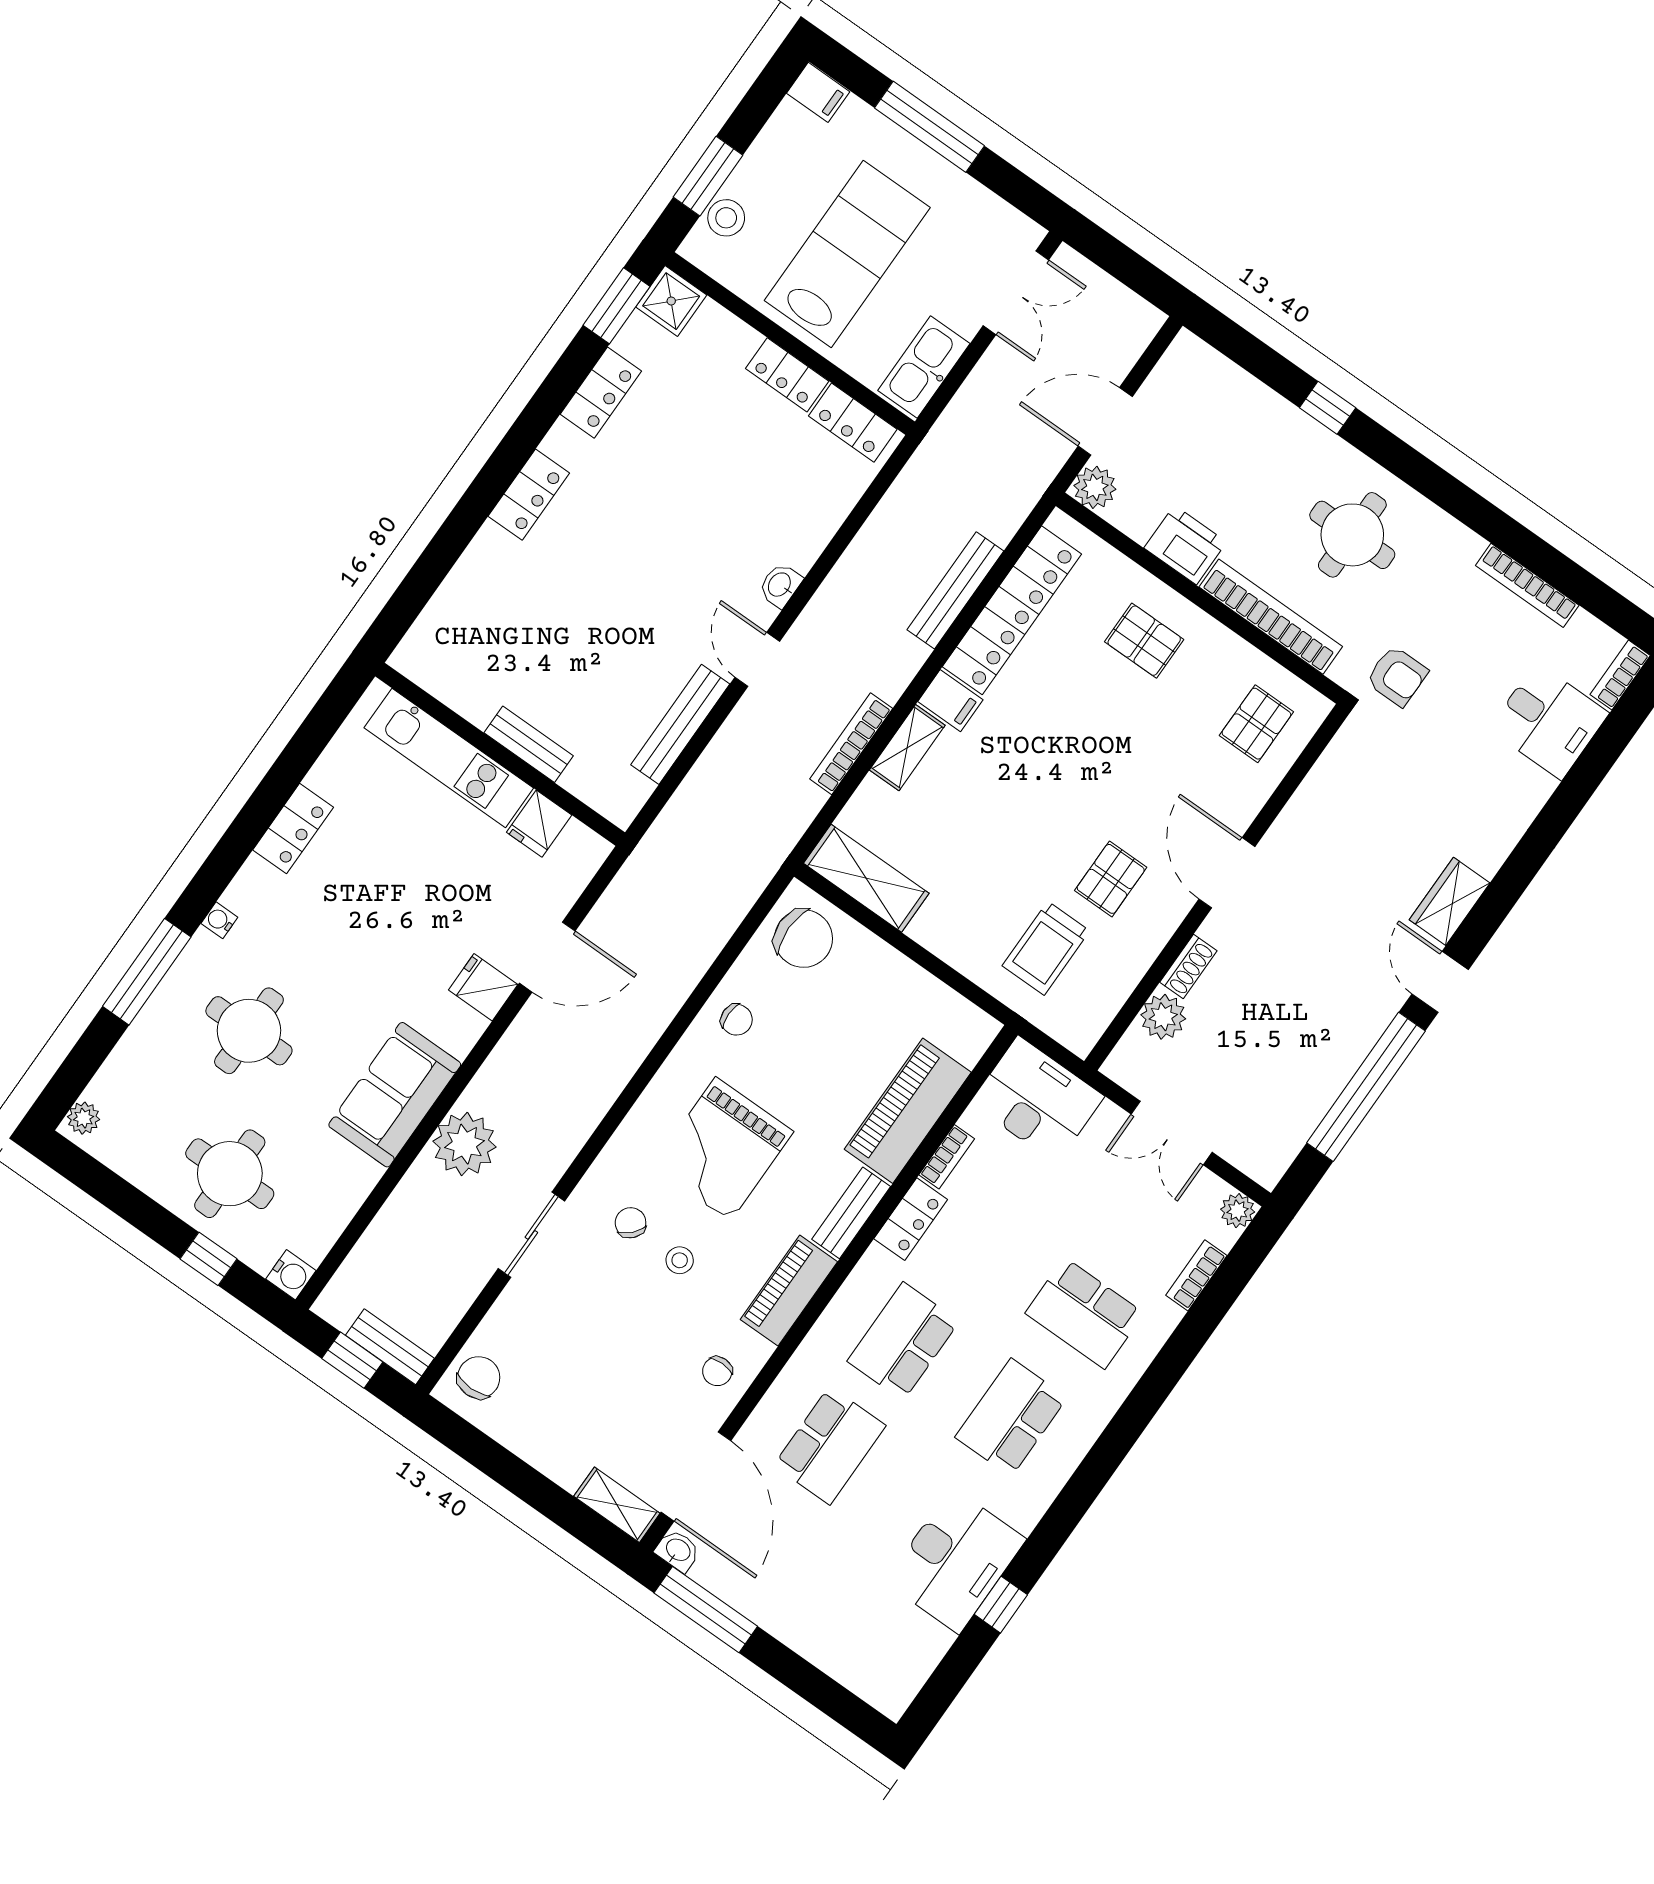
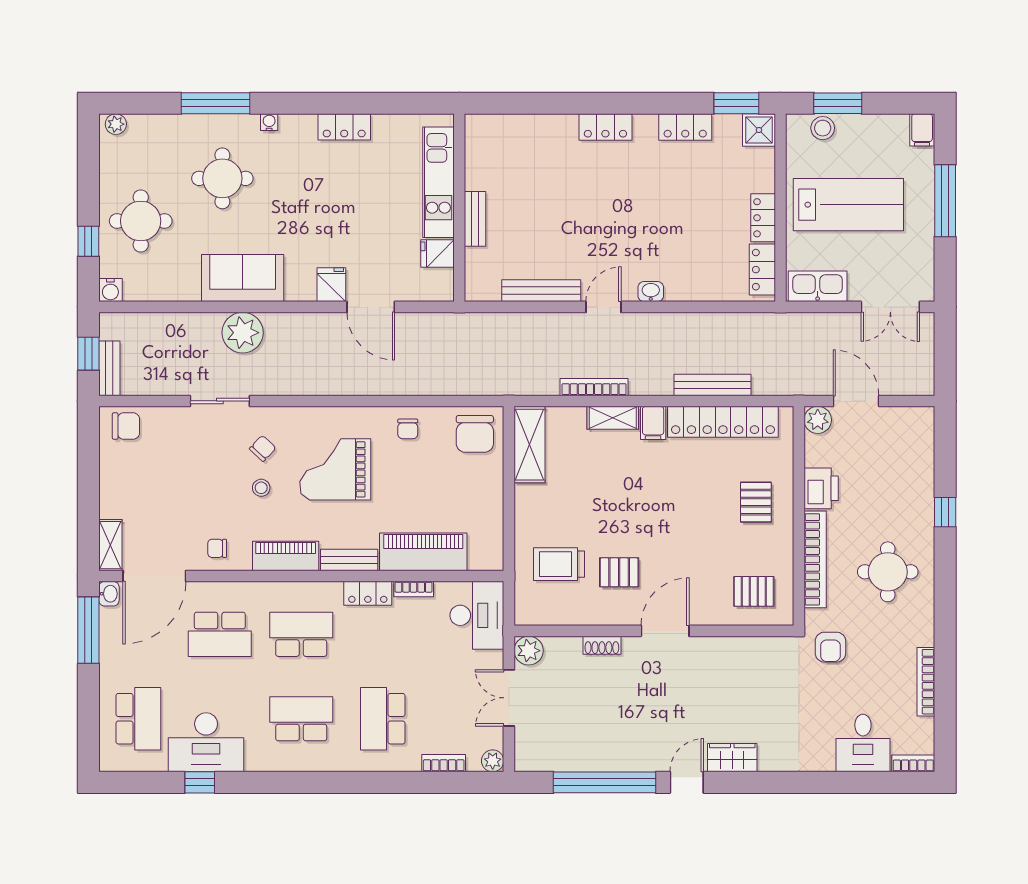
plant: (1163, 1017) -> (529, 651), moved
school desk: (864, 1626) -> (138, 719), added

